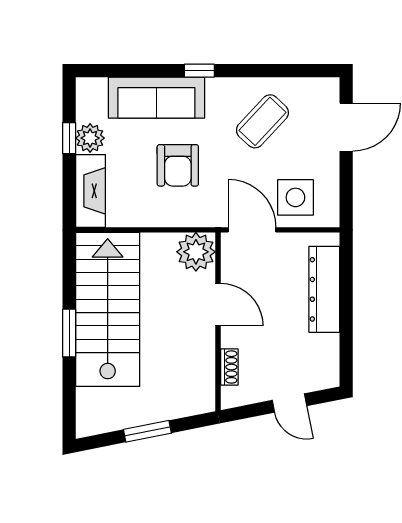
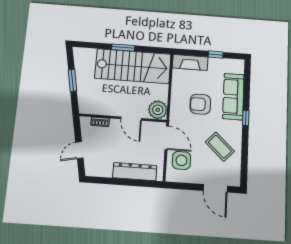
plant: (90, 138) -> (215, 64), removed
door: (252, 230) -> (167, 138), hinge flipped
door: (218, 305) -> (131, 119), hinge flipped

